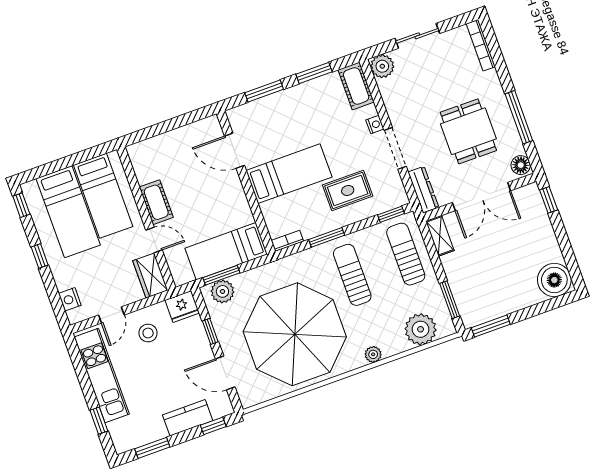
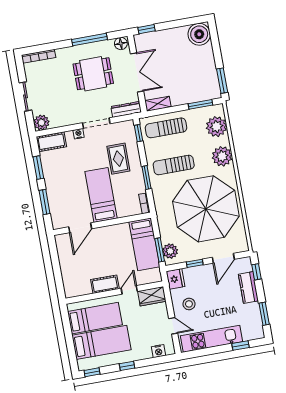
plant: (373, 354) -> (222, 156), width x1.88, depth x1.88

